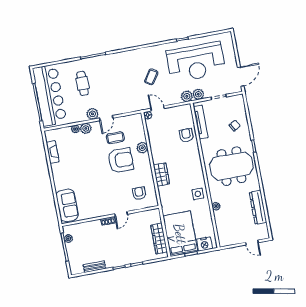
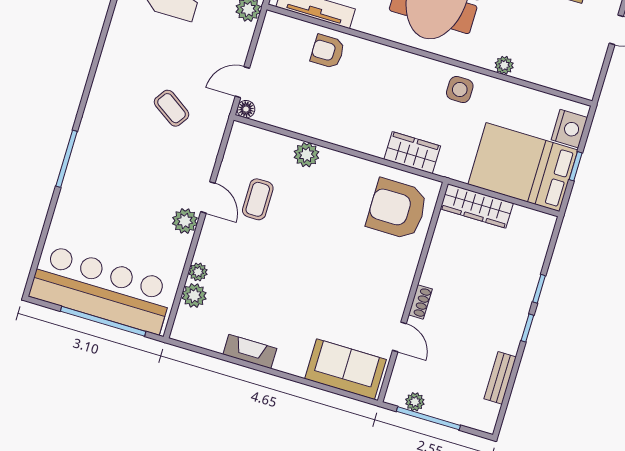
coffee table: (151, 77) -> (172, 108), moved
cafe table: (82, 83) -> (112, 209), removed
plant: (86, 128) -> (194, 296), moved
fireplace: (53, 152) -> (250, 351), moved
armchair: (121, 160) -> (310, 212), removed
wardrobe: (161, 174) -> (412, 153), moved
armchair: (139, 193) -> (397, 209), width x1.88, depth x1.88
door: (121, 214) -> (399, 337), moved
wardrobe: (159, 239) -> (477, 206), moved

